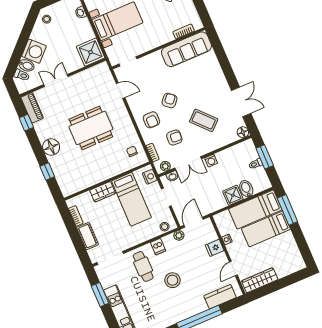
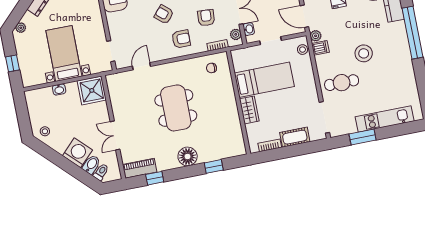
washbasin: (81, 13) -> (59, 89), moved
nightstand: (150, 177) -> (244, 54), removed
dishwasher: (158, 247) -> (320, 48), moved

